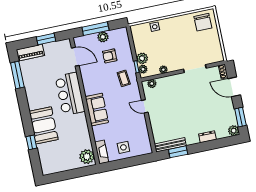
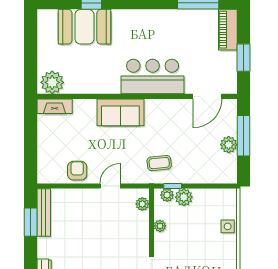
armchair: (110, 56) -> (77, 171), moved
booth: (44, 125) -> (84, 27), moved
side table: (123, 147) -> (55, 141), removed

